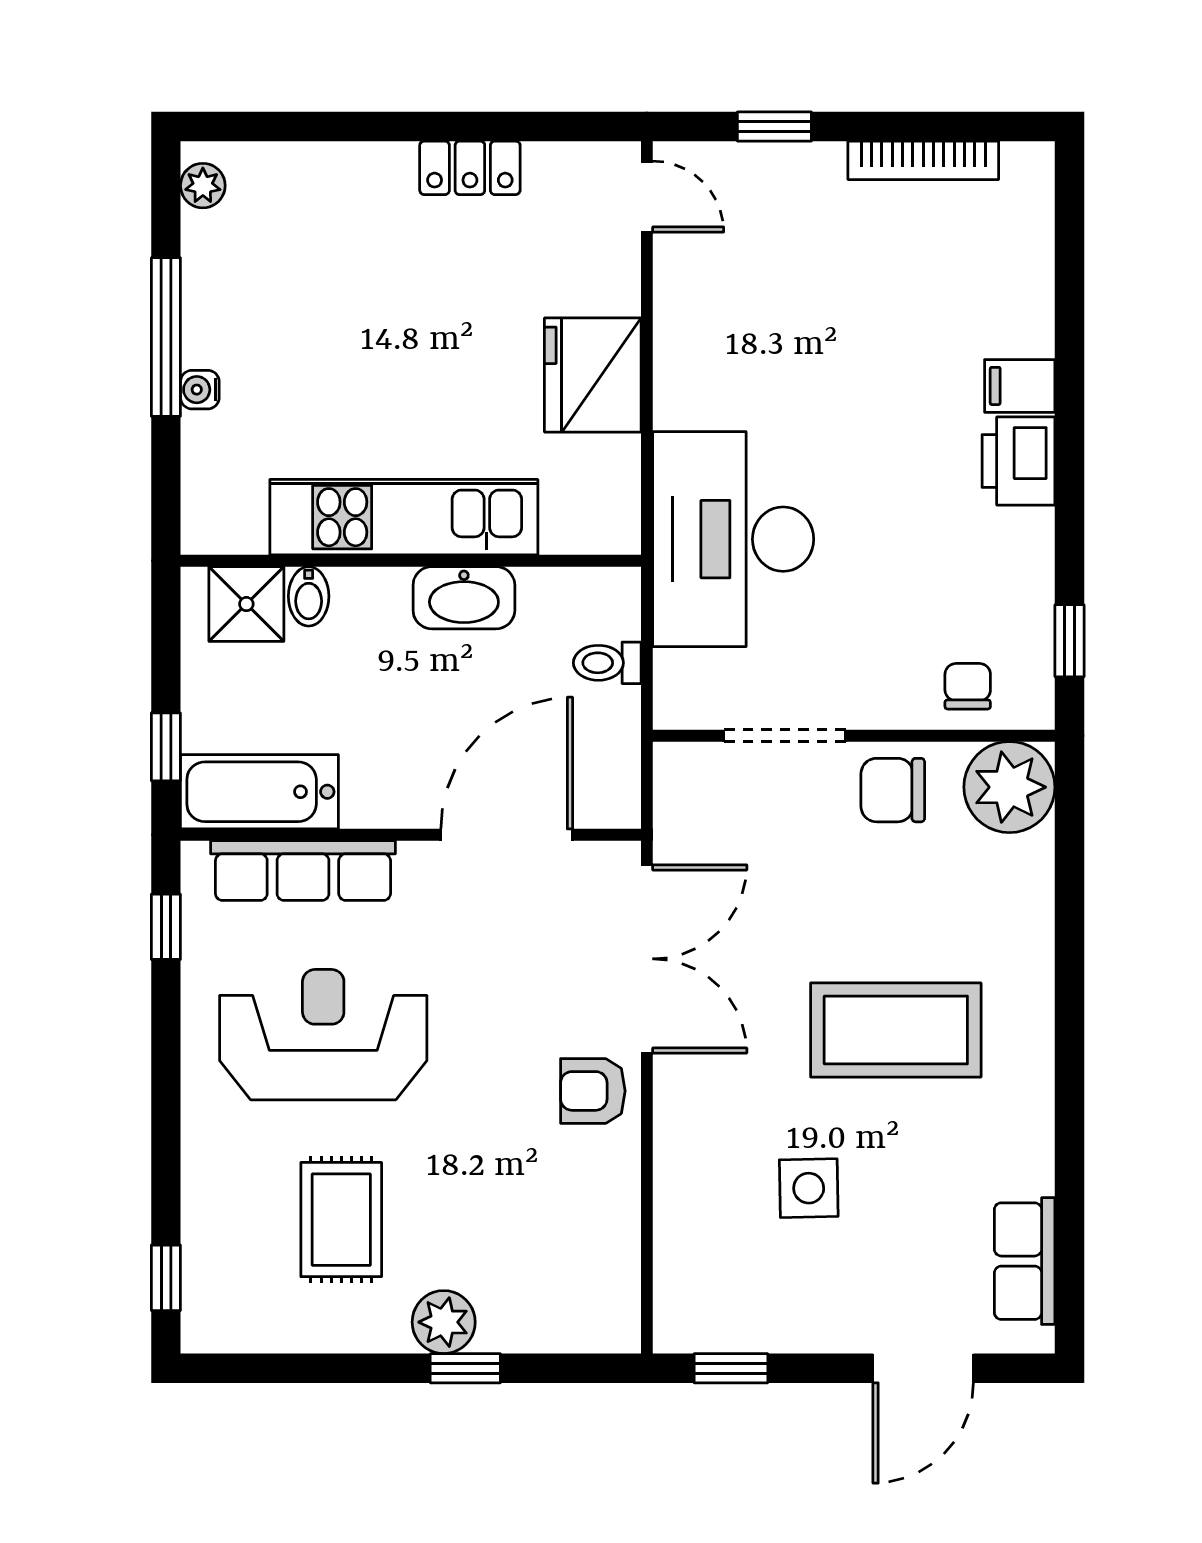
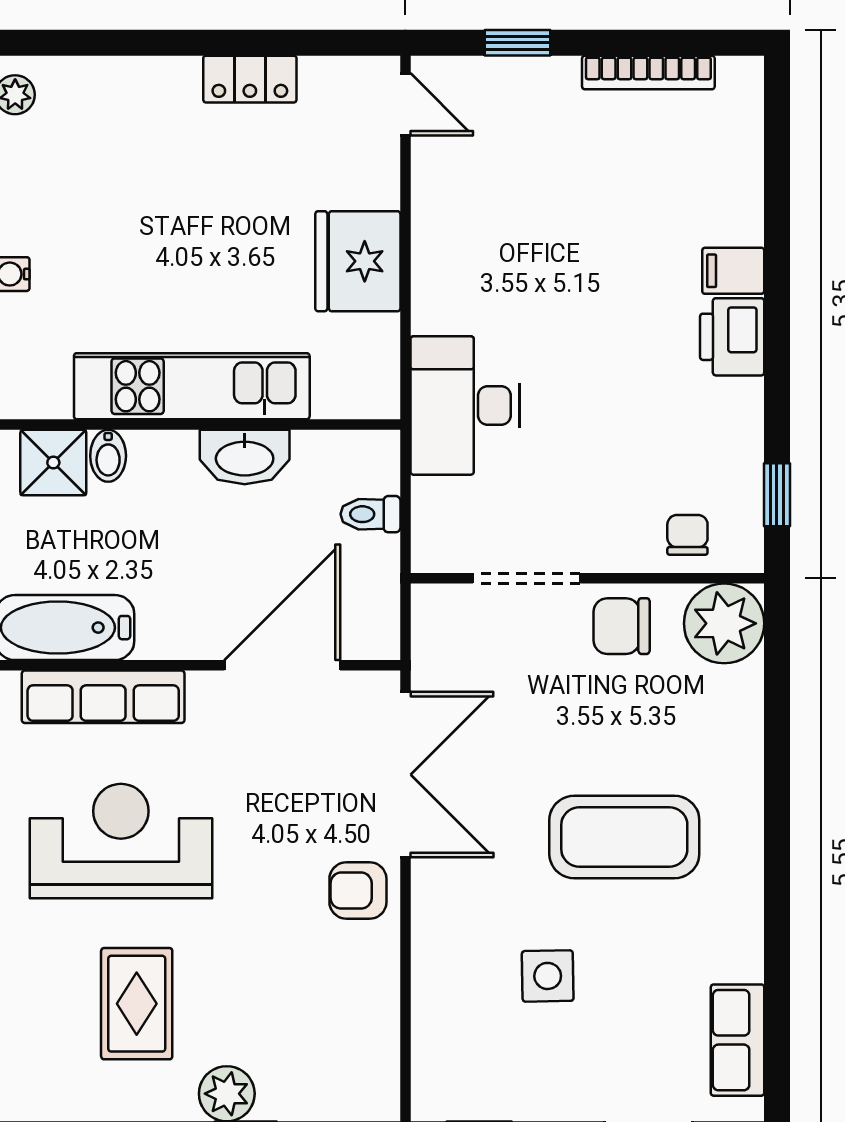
desk: (733, 539) -> (465, 405), width x0.73, depth x0.77

